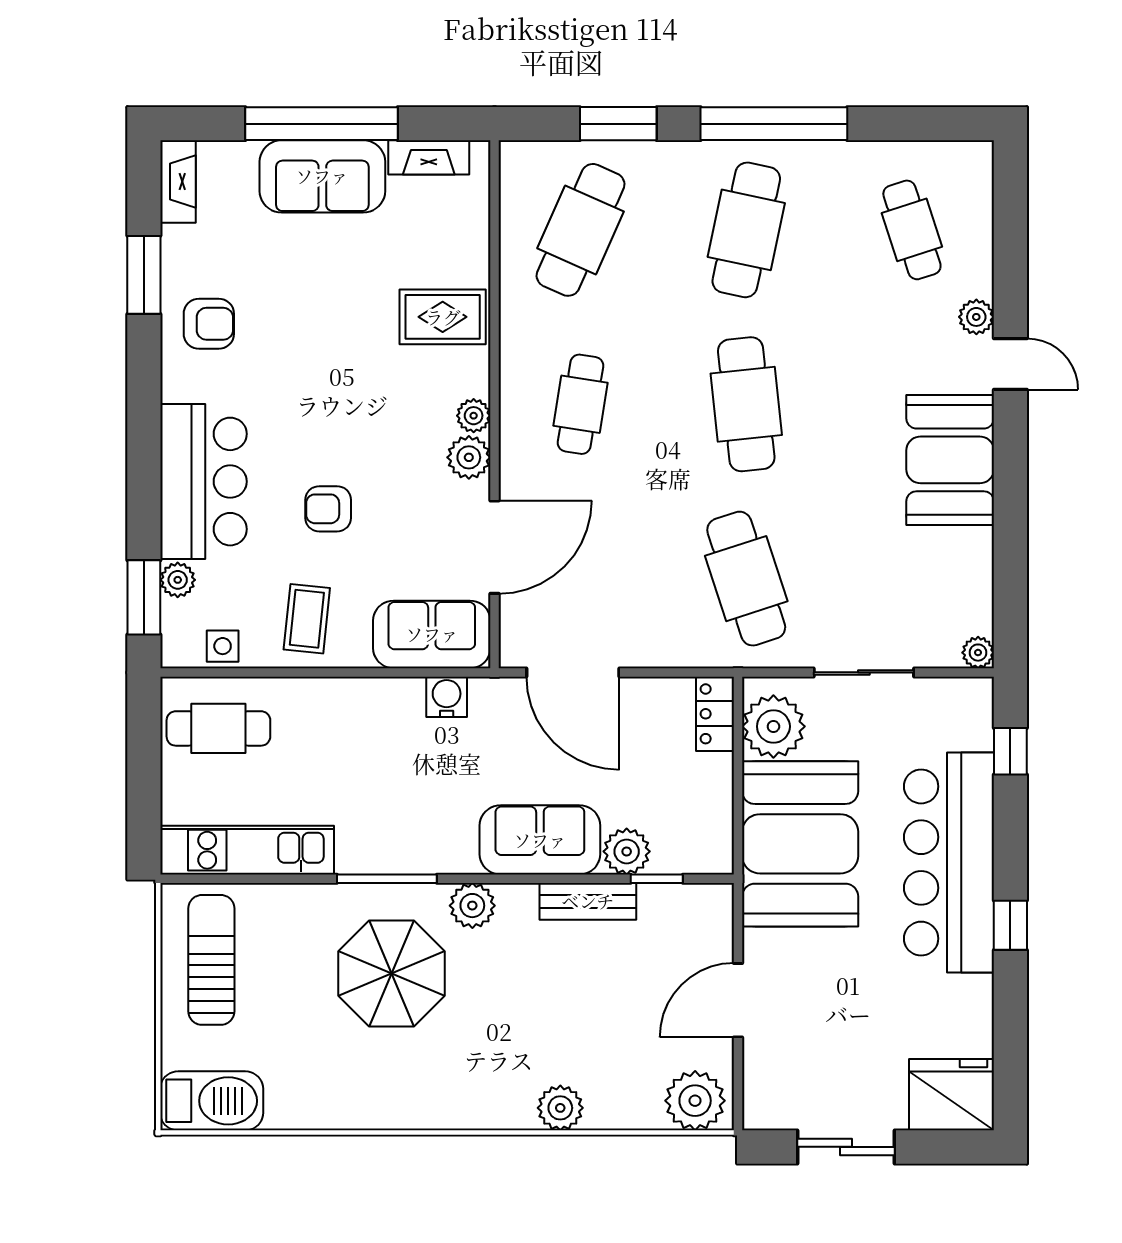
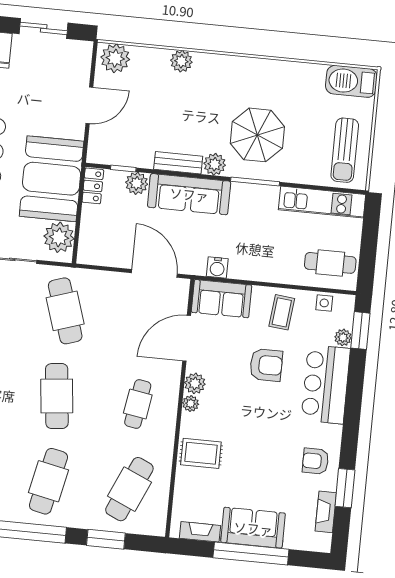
fireplace: (178, 182) -> (326, 512), moved
armchair: (328, 509) -> (266, 365), width x1.38, depth x1.38
locker: (715, 714) -> (93, 186), moved
sofa: (540, 840) -> (189, 194), width x1.36
bench: (588, 901) -> (178, 163), moved

